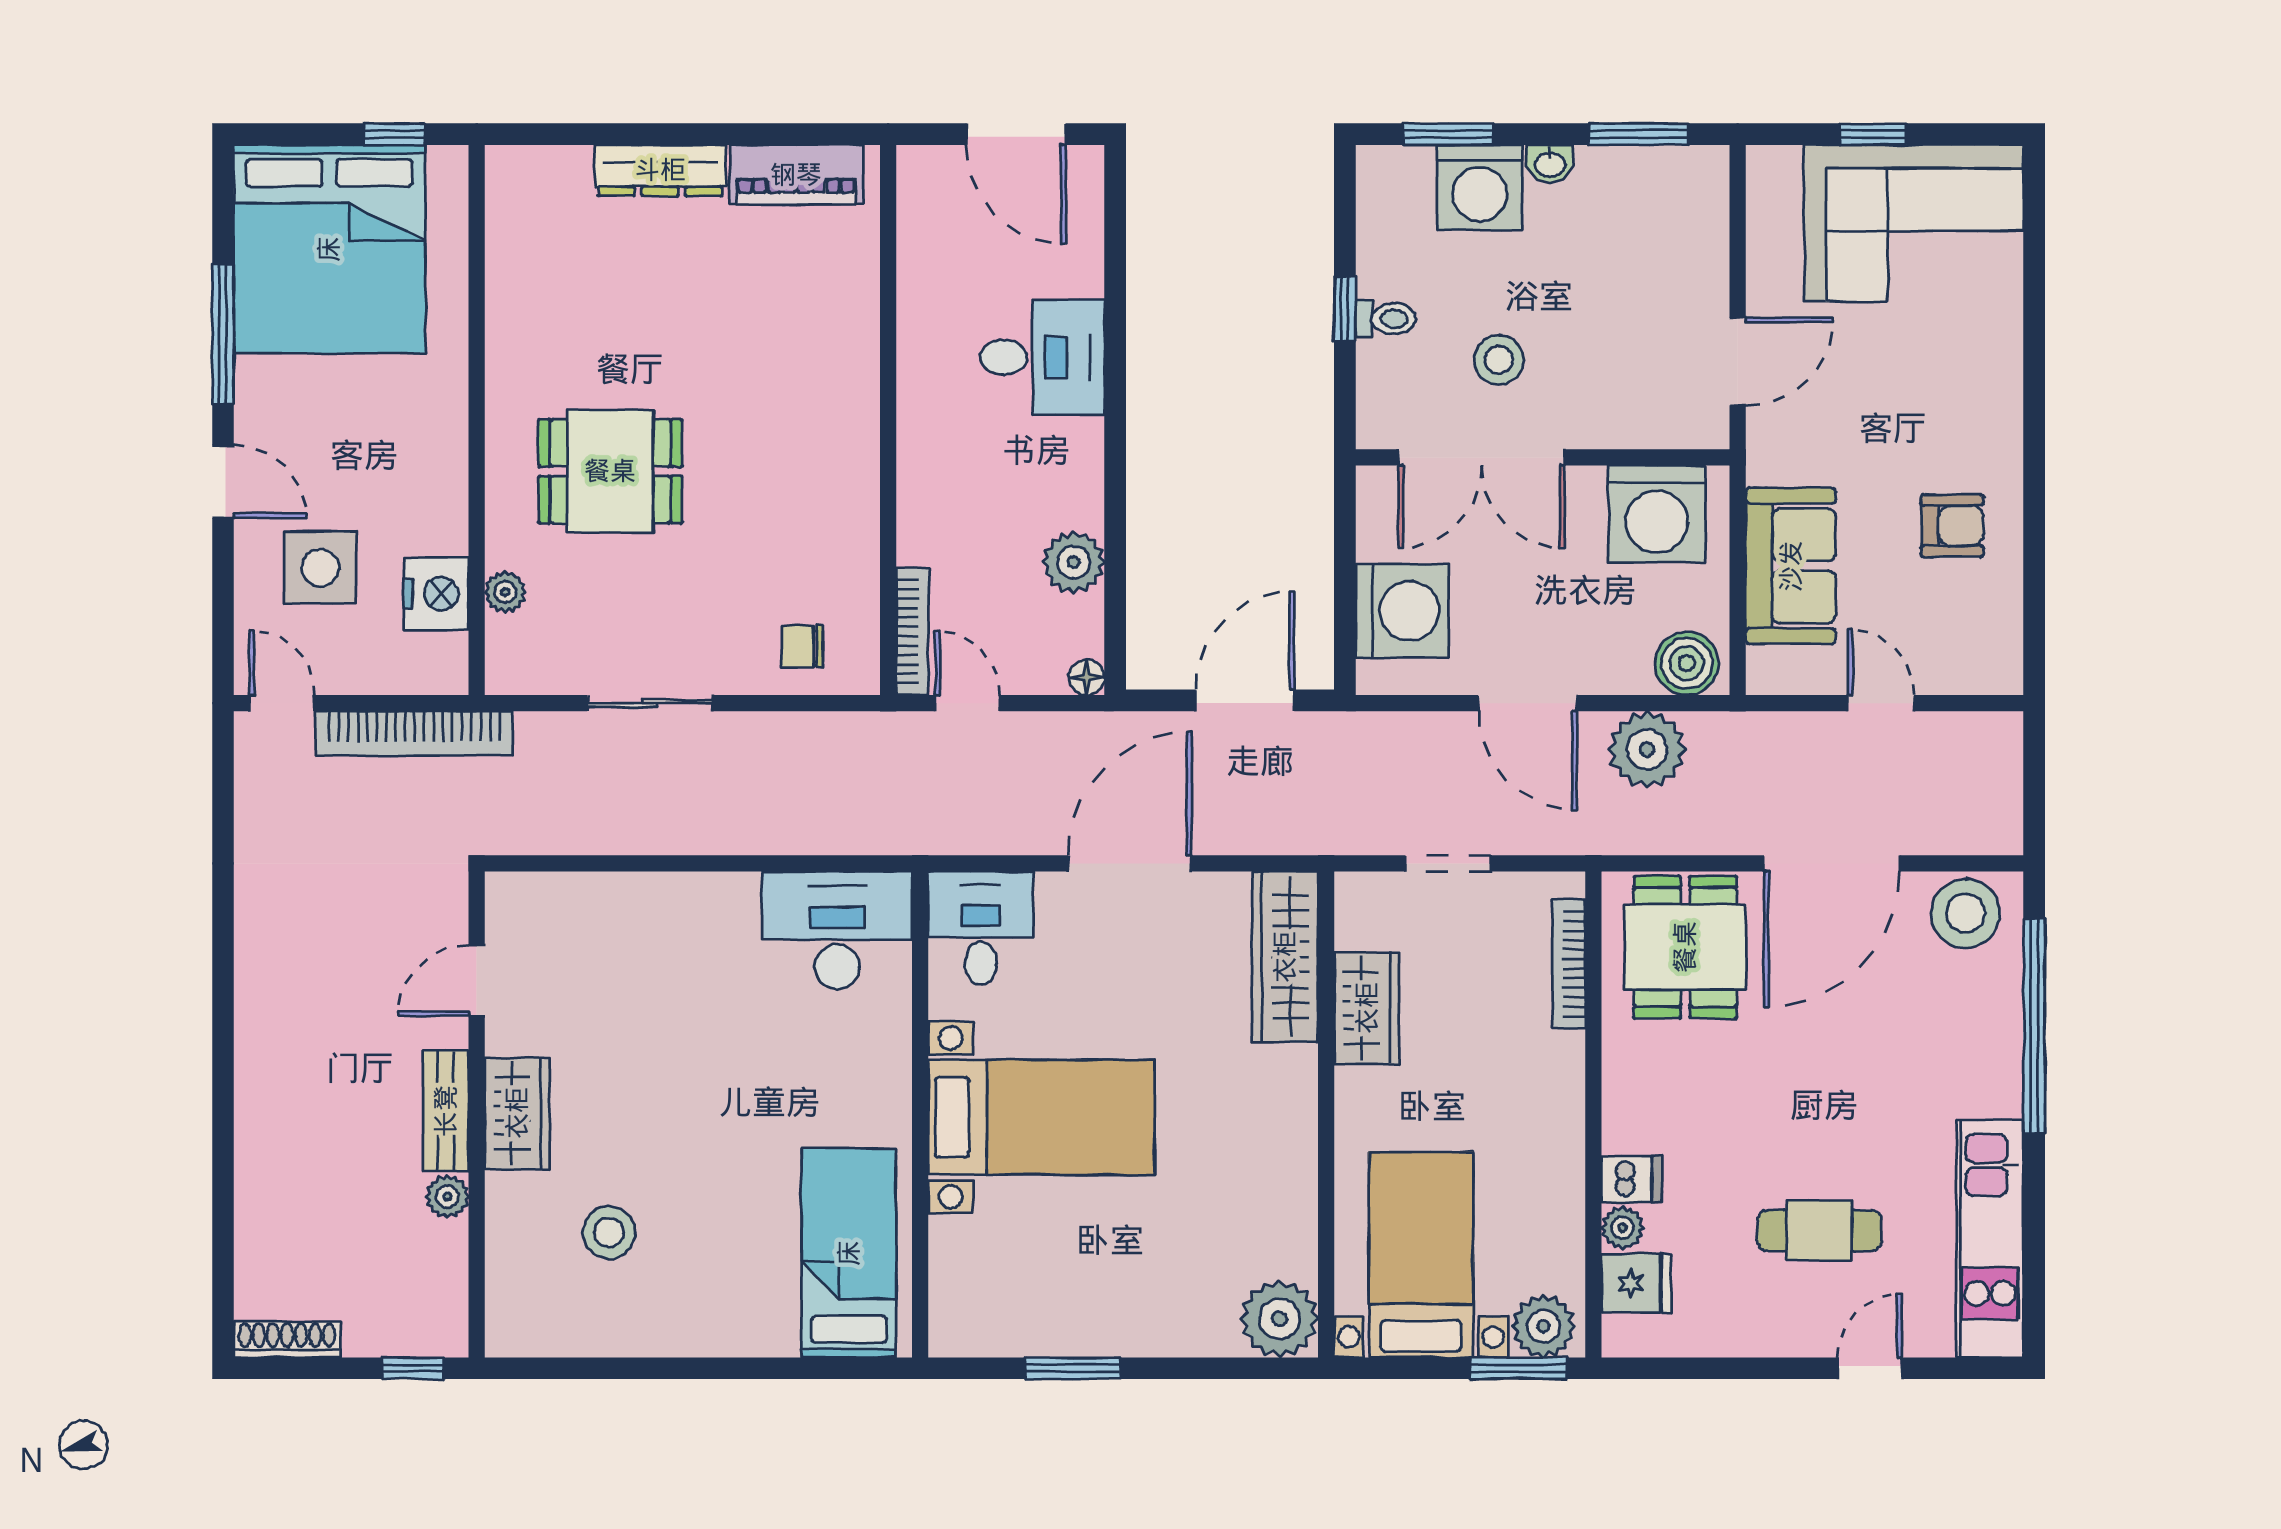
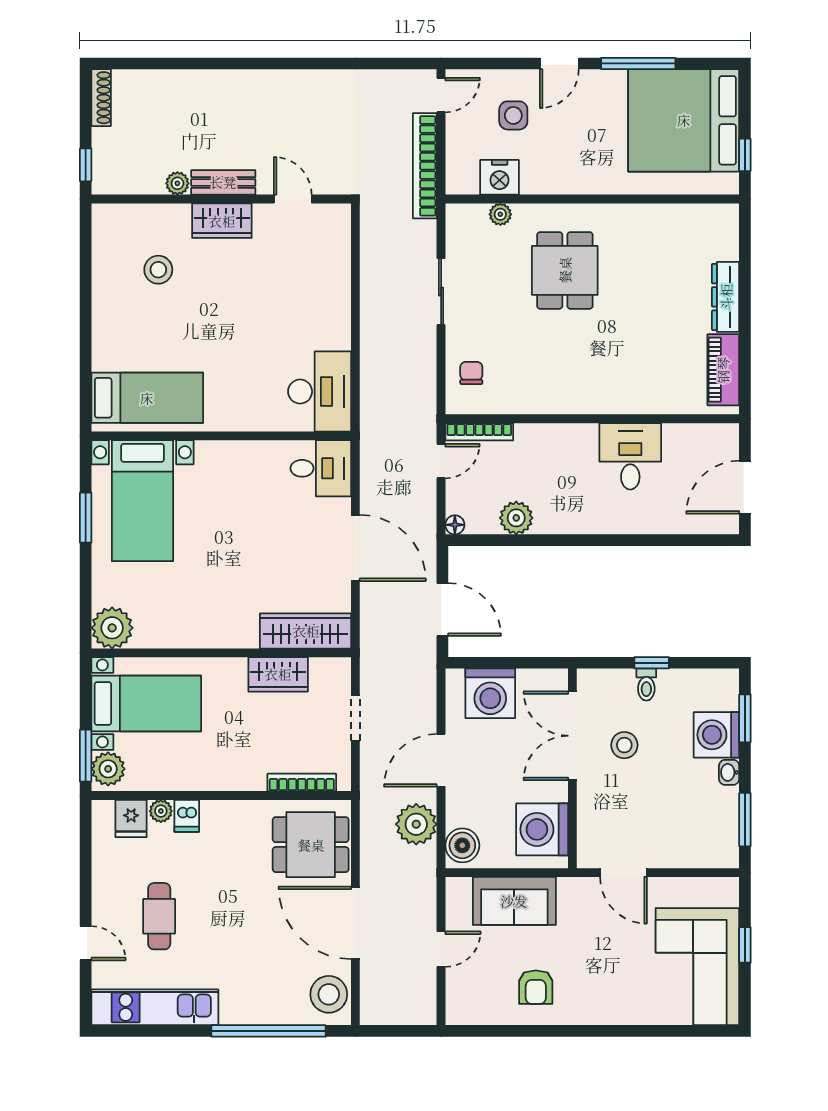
desk: (1042, 357) -> (630, 456), moved, turned 180
side table: (320, 568) -> (513, 115), width x0.73, depth x0.73
bed with nightstands: (1041, 1117) -> (142, 501), moved

